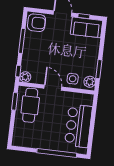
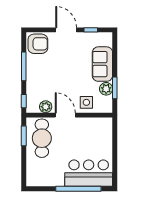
sofa: (86, 27) -> (102, 64), moved, turned 90
plant: (25, 77) -> (46, 107), moved
plant: (90, 82) -> (106, 89), moved
bar counter: (78, 126) -> (89, 173), moved, turned 90

